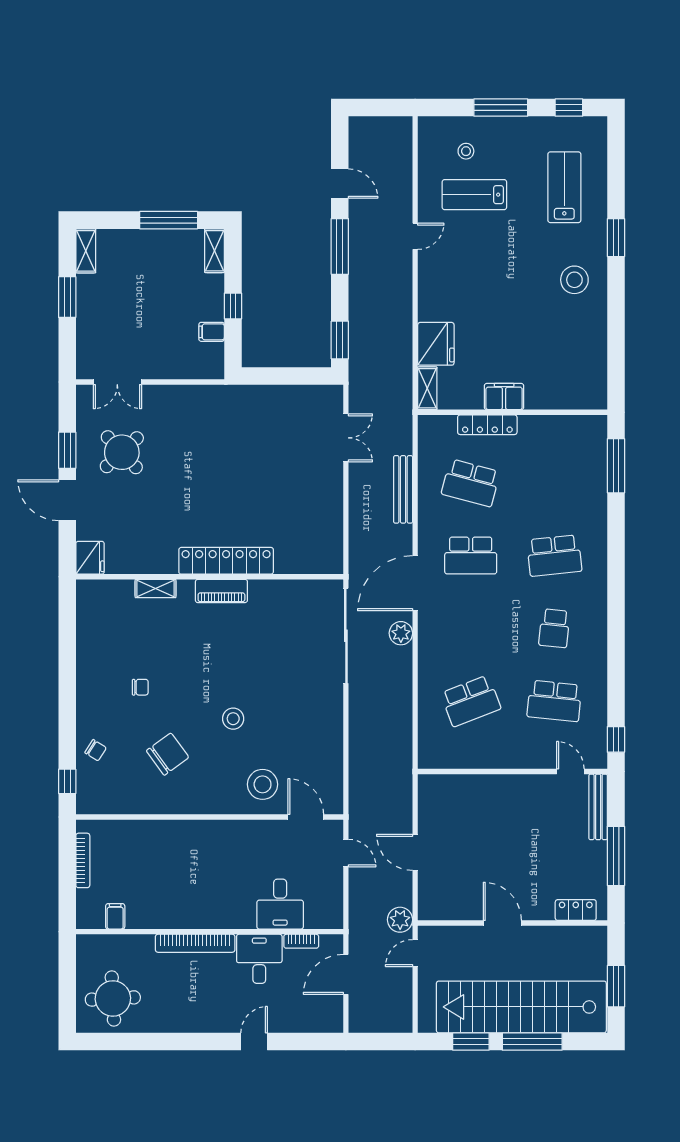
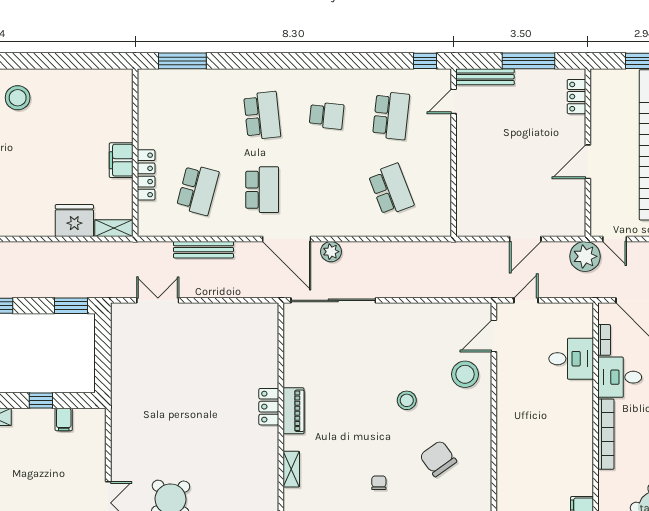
locker: (226, 561) -> (269, 407), width x0.46, depth x0.83
plant: (400, 920) -> (585, 256), width x1.36, depth x1.36

